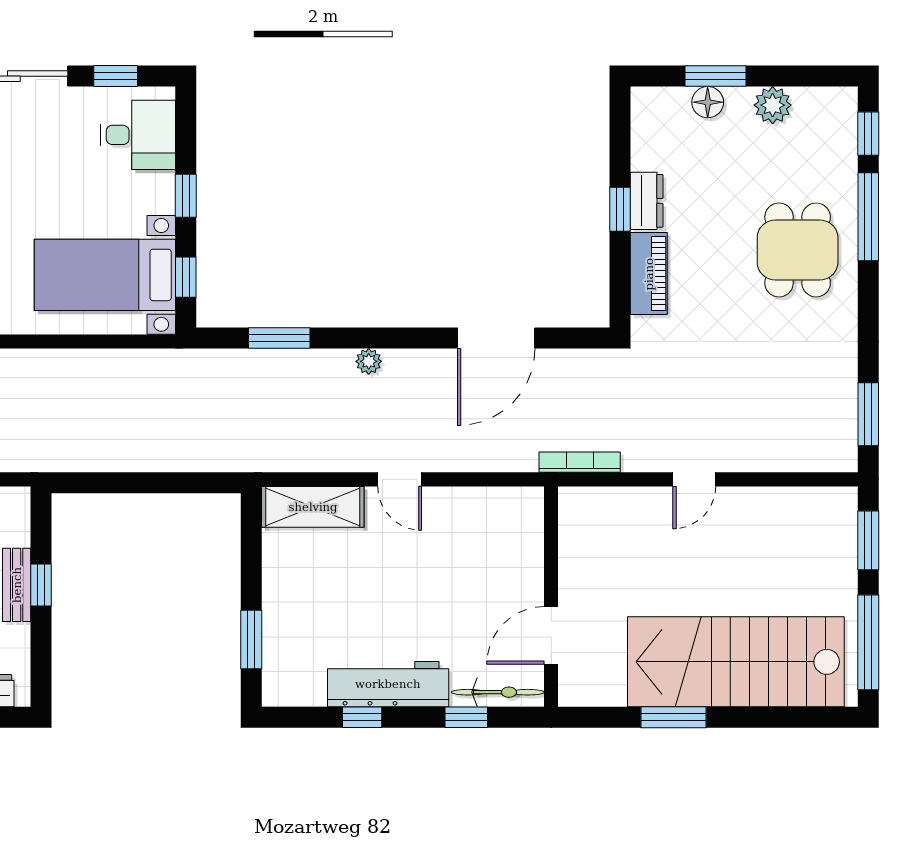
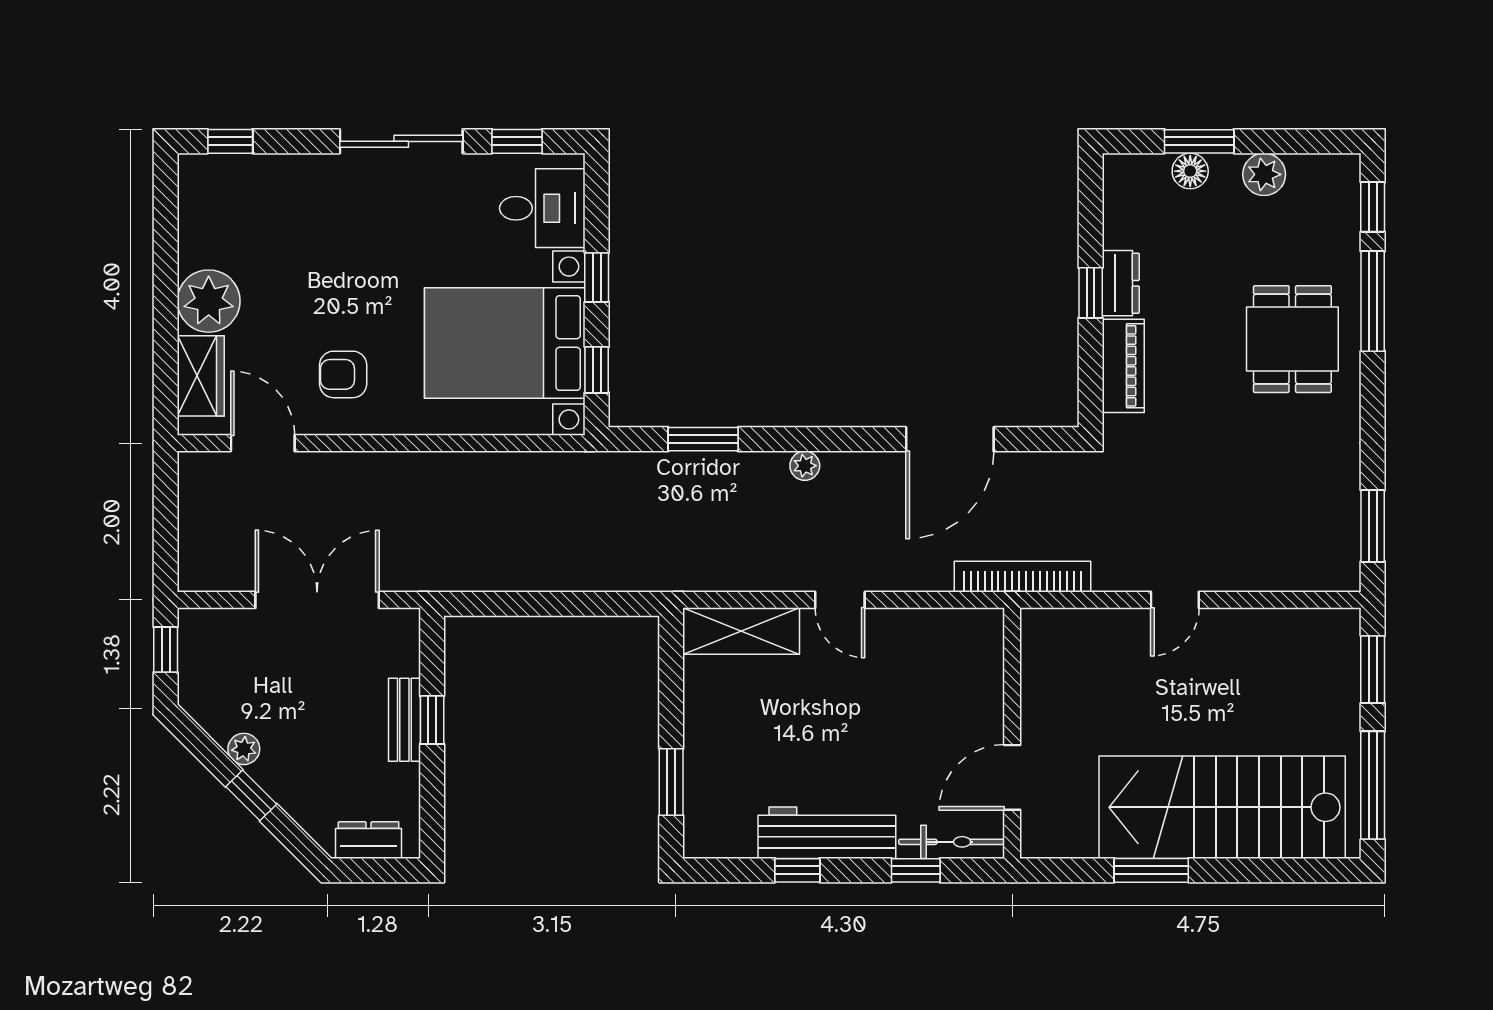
bed with nightstands: (105, 275) -> (505, 343), width x1.36
bookcase: (580, 462) -> (1023, 577), width x1.48, depth x1.31

